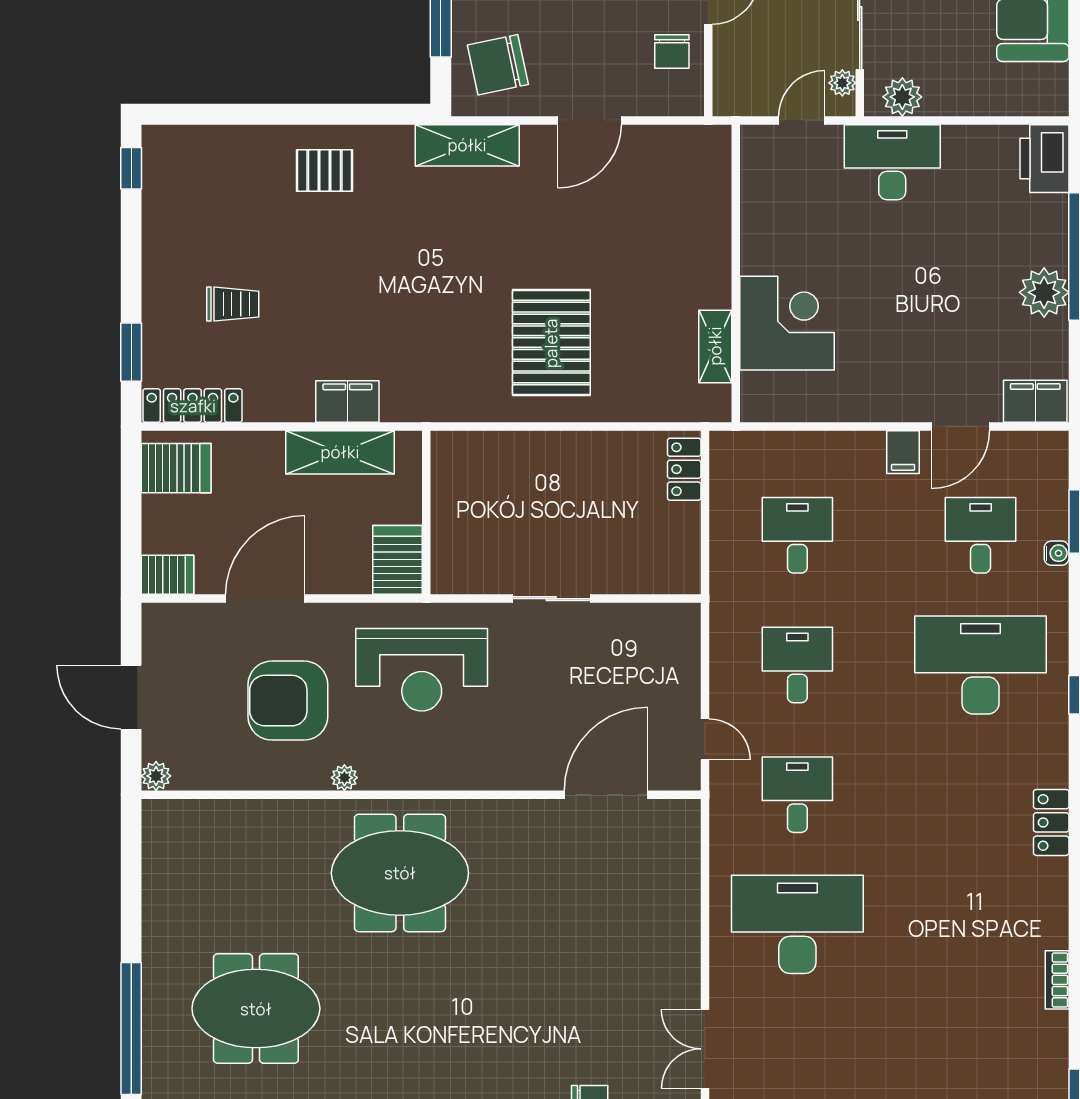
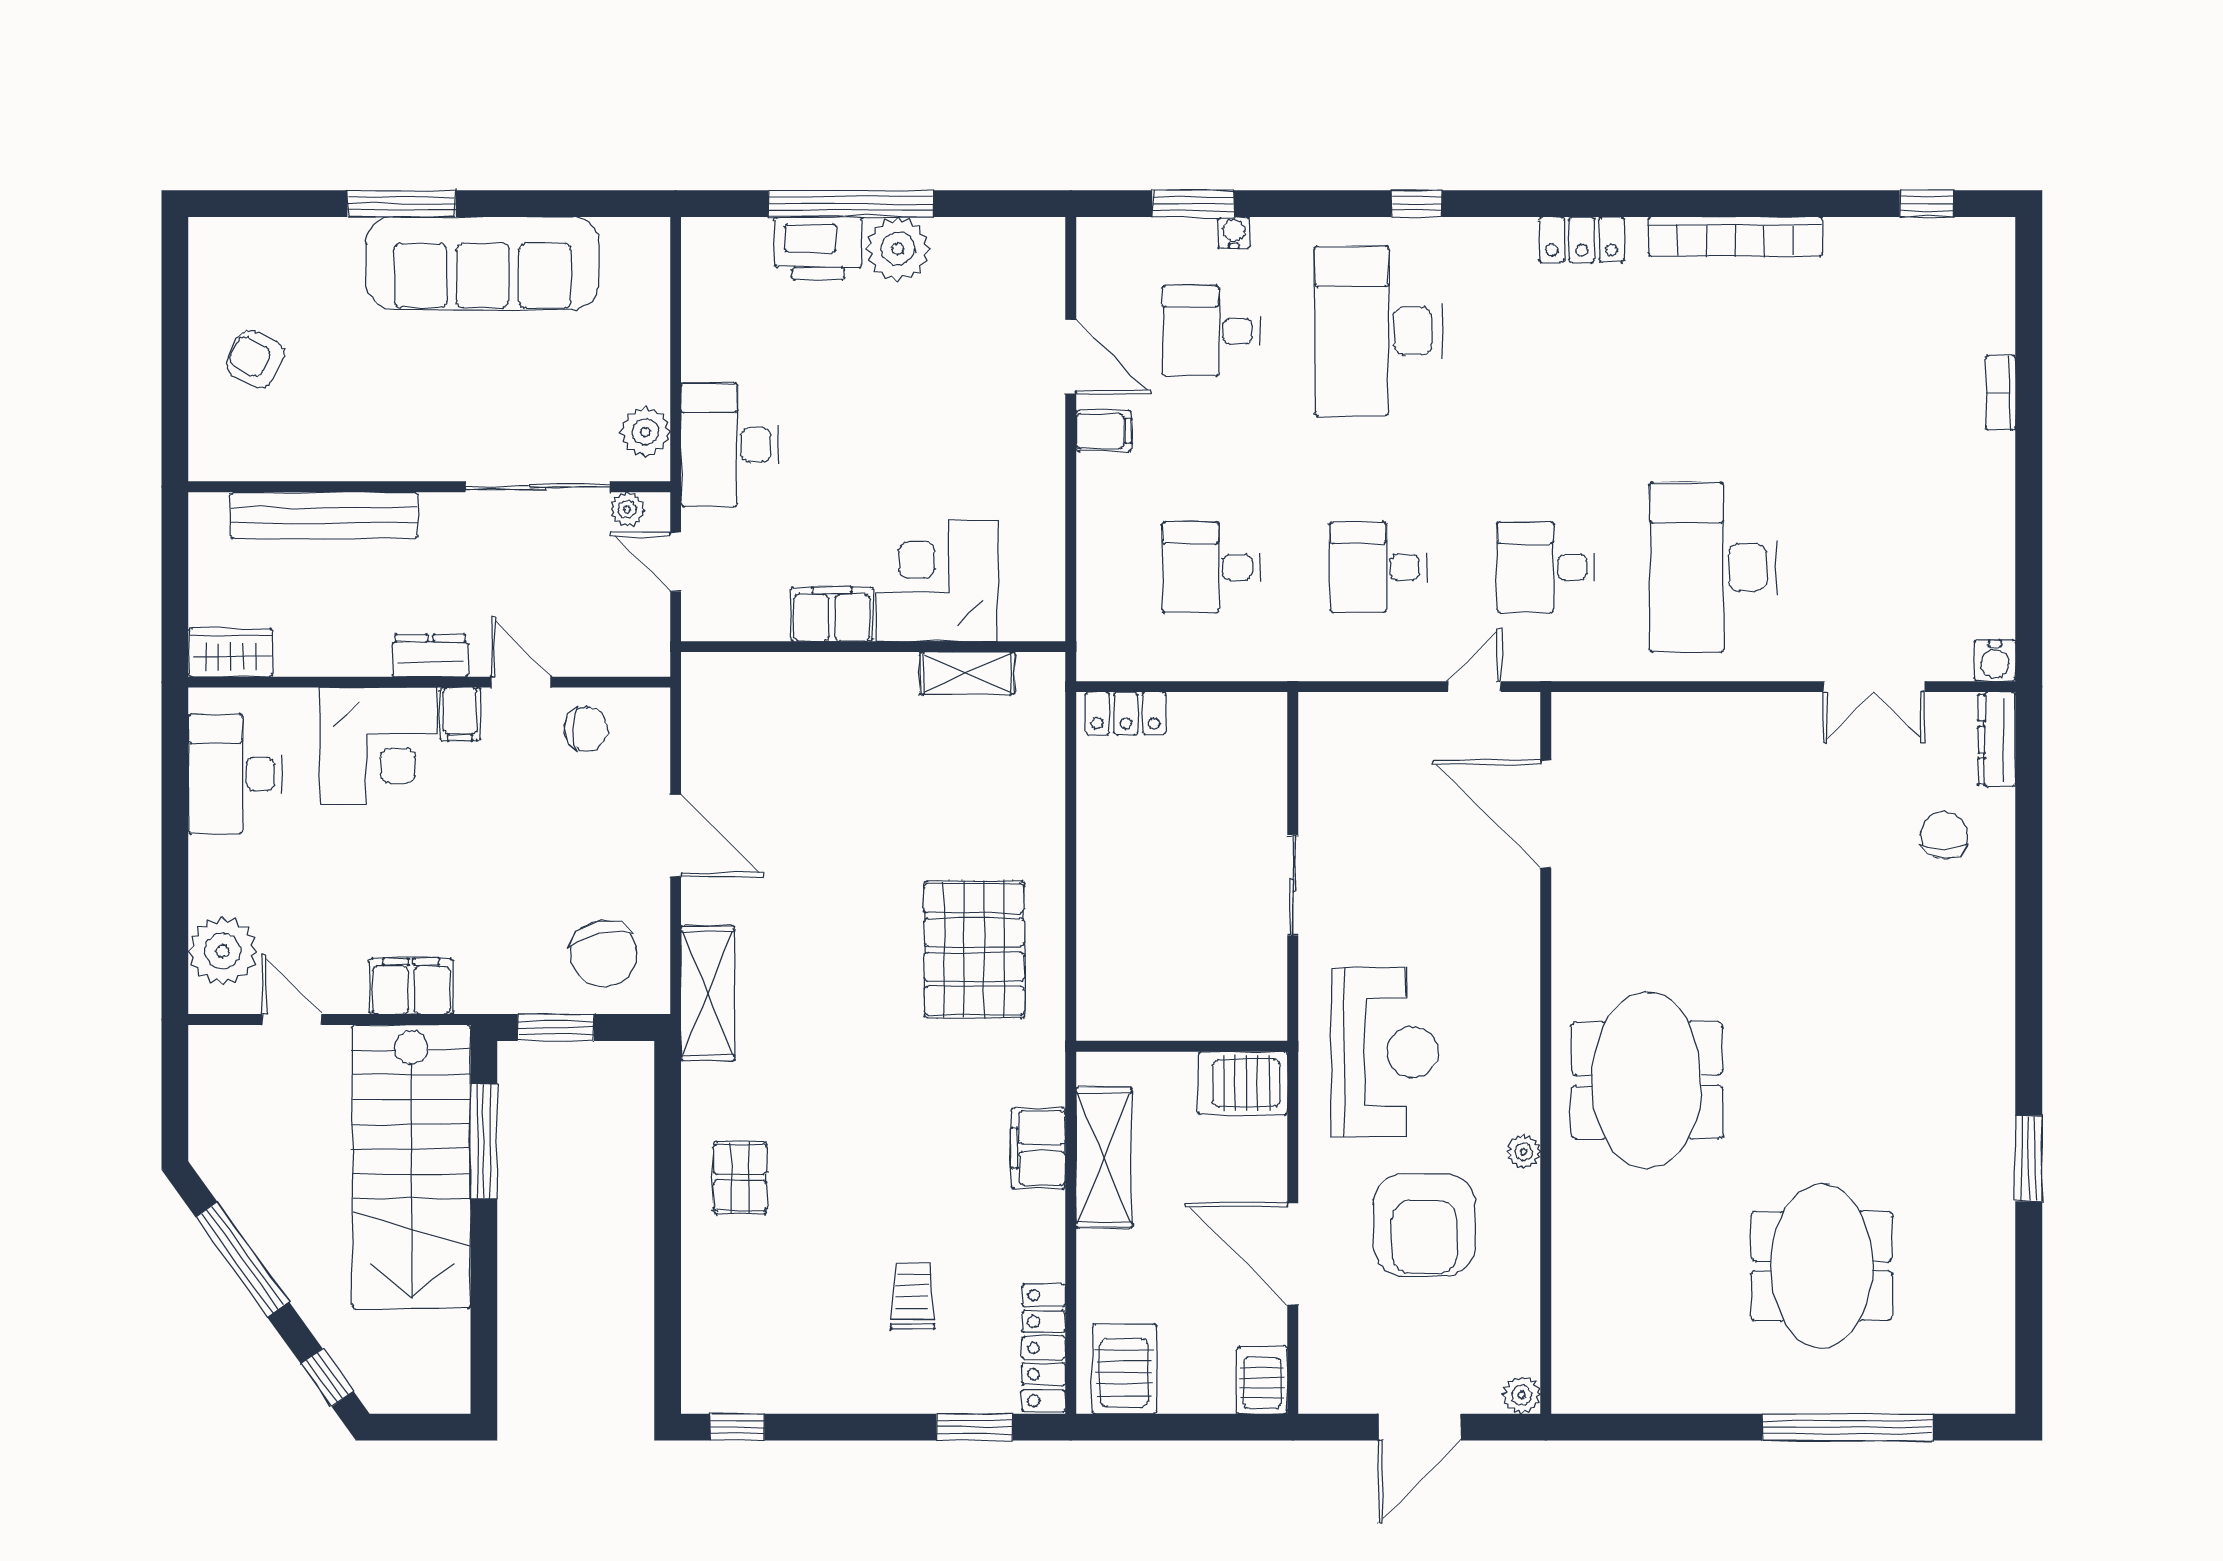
printer: (1044, 159) -> (818, 248), moved
pallet: (551, 343) -> (974, 949), moved, turned 90
filing cabinet: (1035, 401) -> (832, 614), moved, turned 90
bookcase: (1057, 980) -> (1735, 237), width x2.31, depth x1.31

